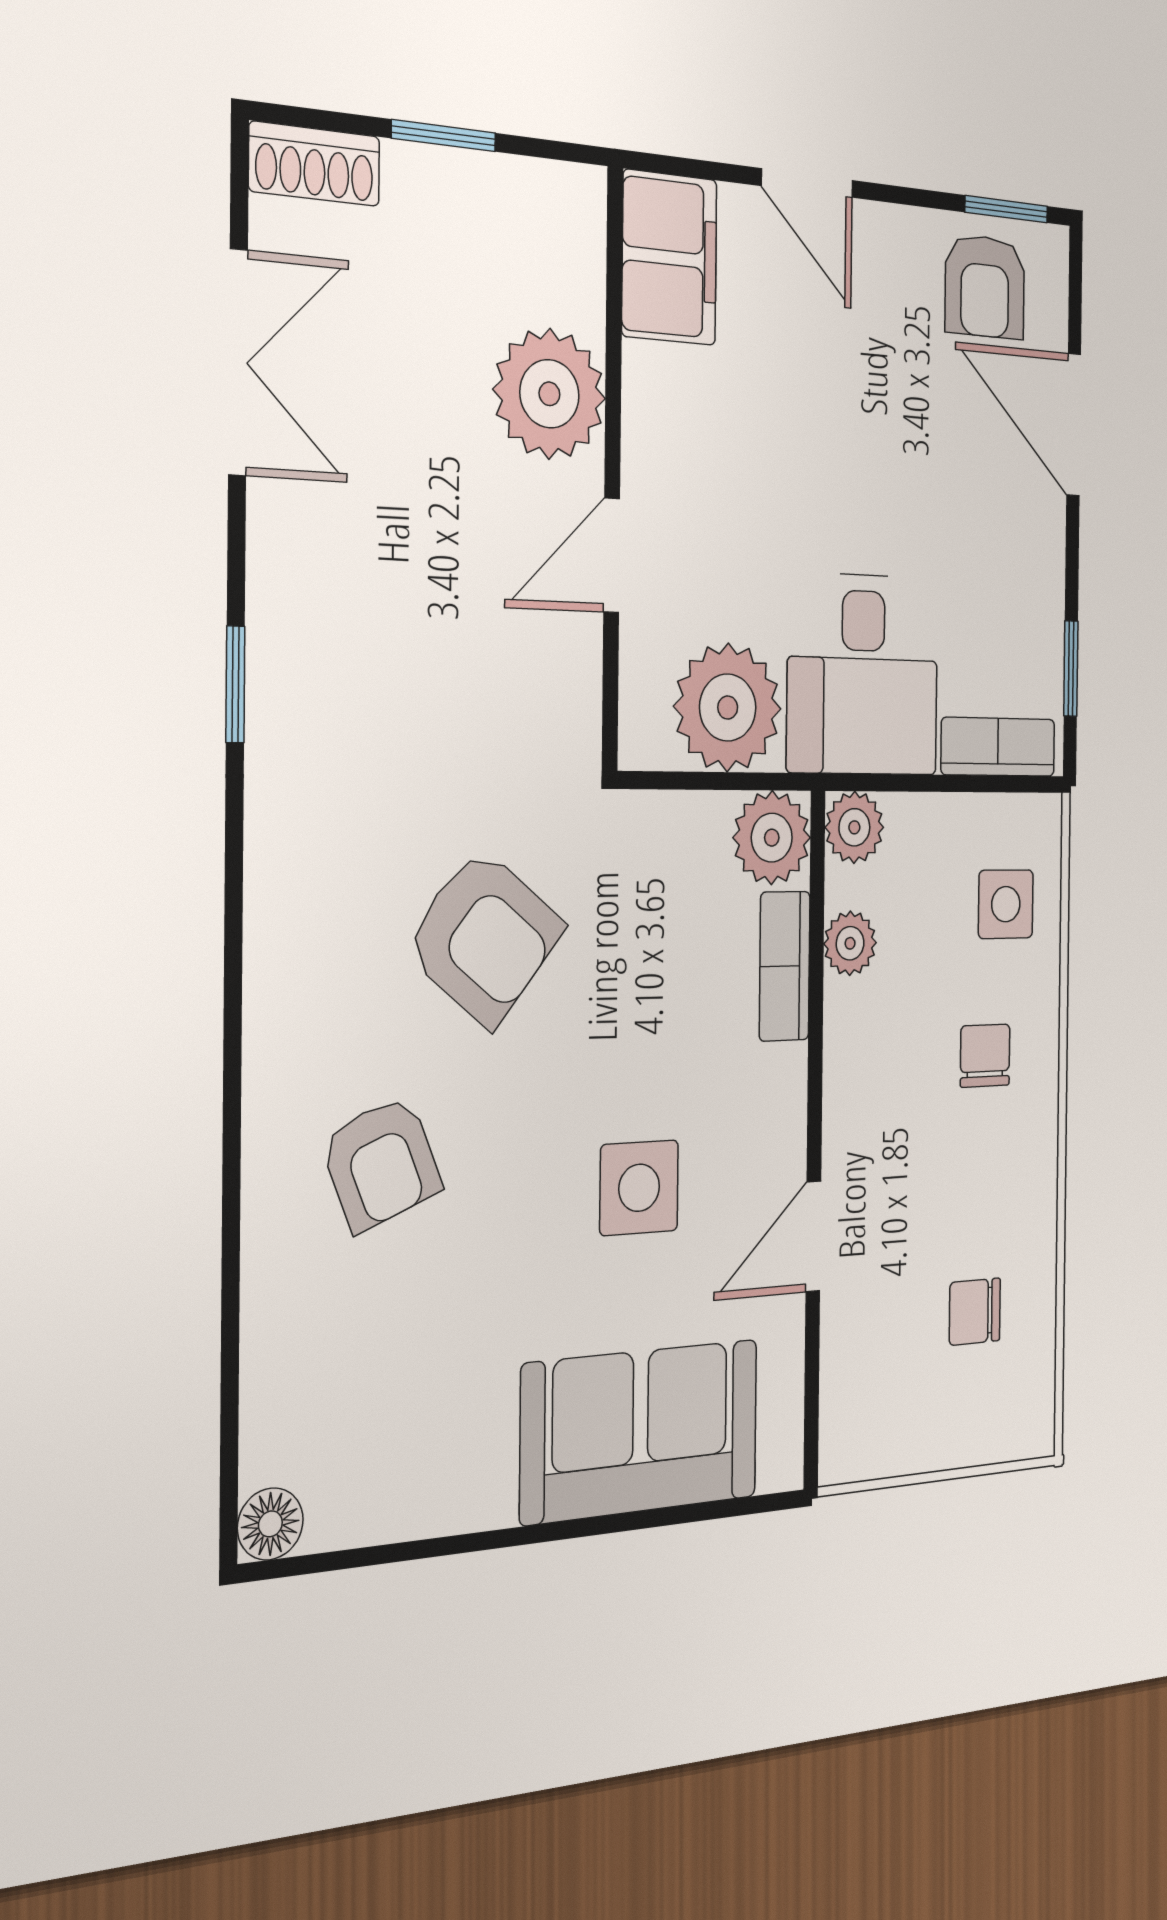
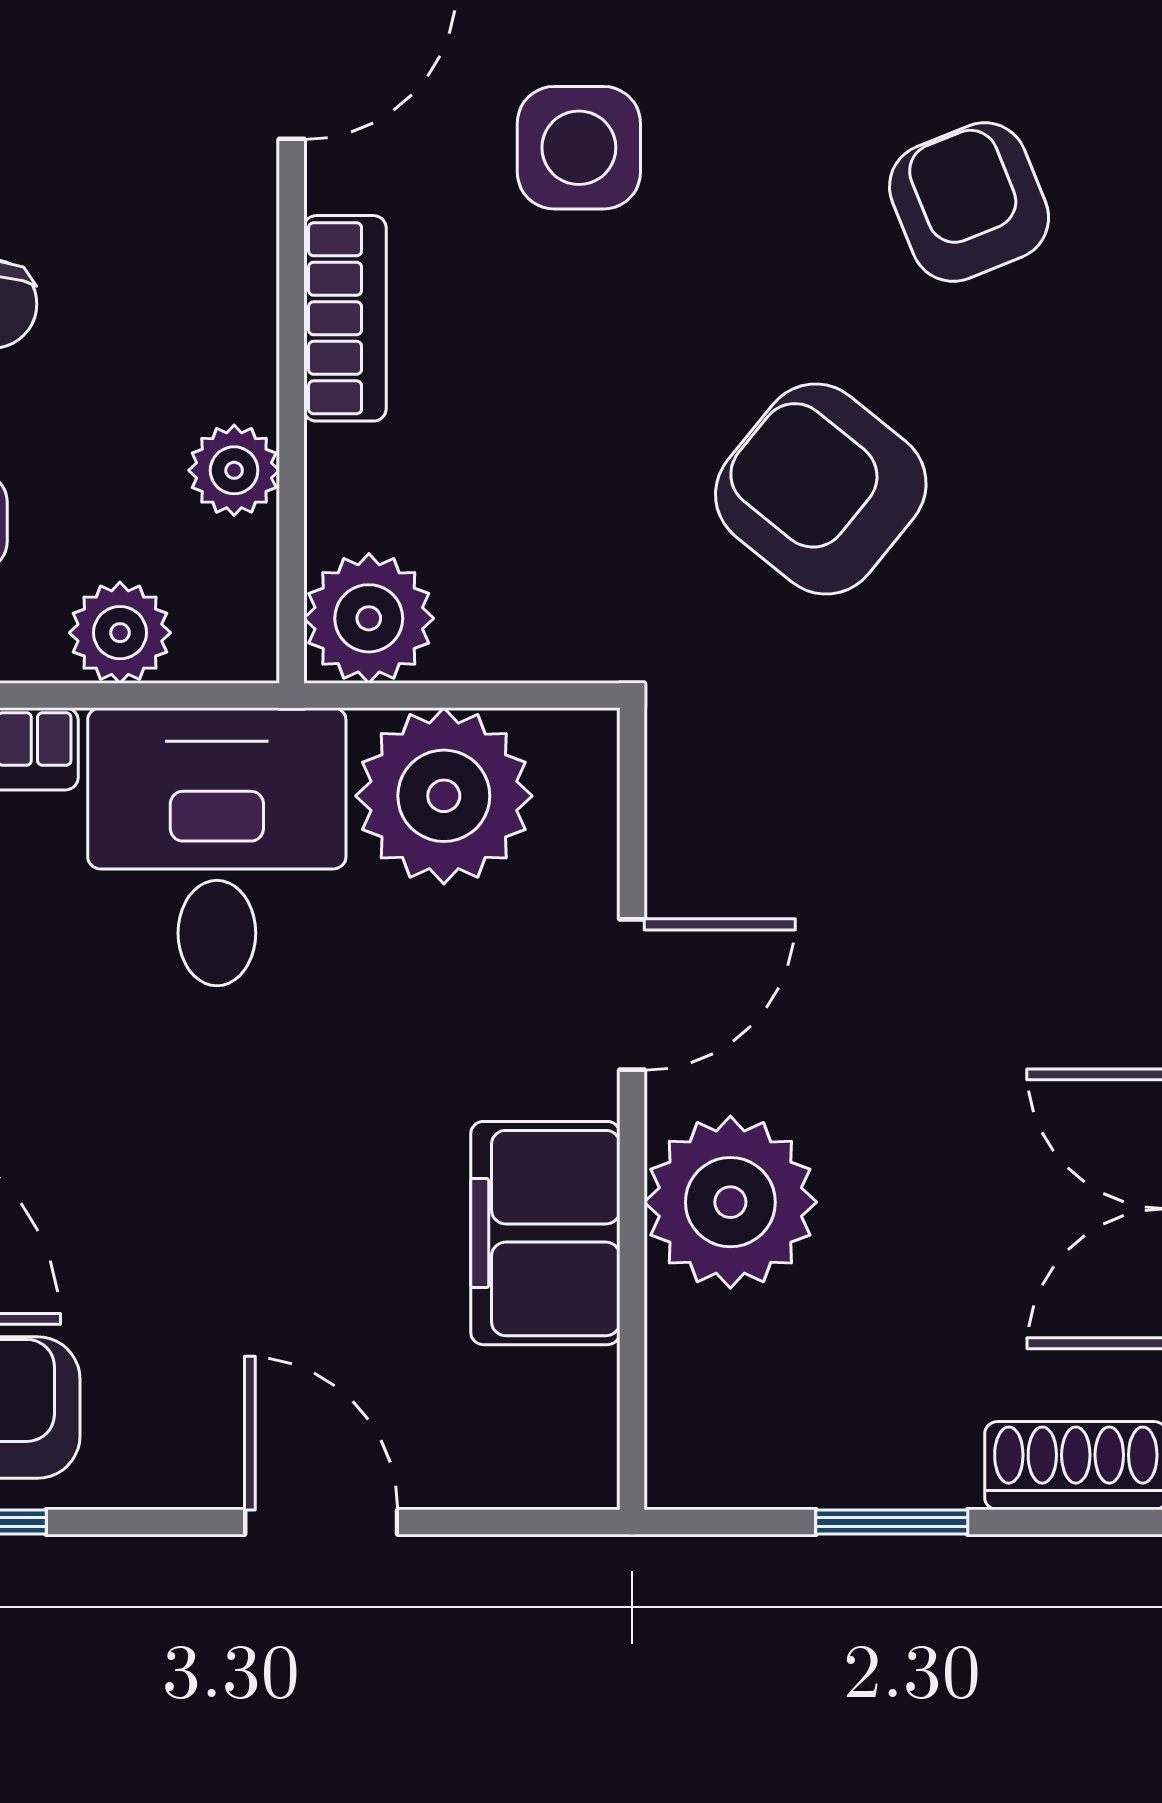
filing cabinet: (669, 258) -> (545, 1233), moved
plant: (854, 827) -> (120, 633), moved
bookcase: (785, 966) -> (345, 318), moved

